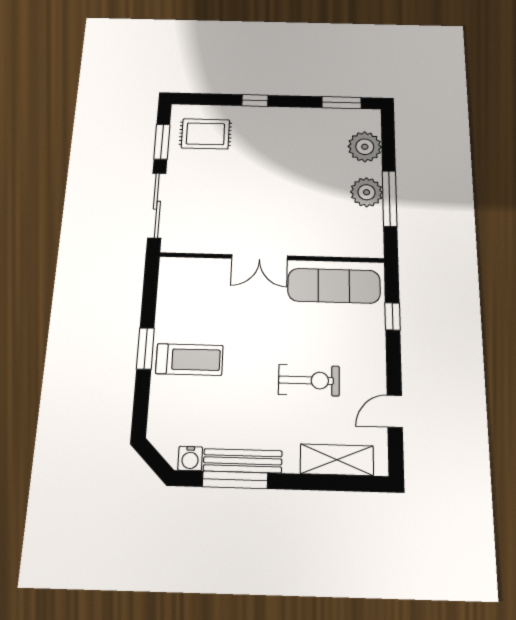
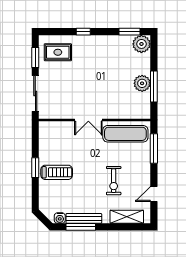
plant: (365, 147) -> (141, 44), moved
window: (392, 316) -> (154, 148), width x2.17
exercise bike: (309, 380) -> (114, 181), turned 90

